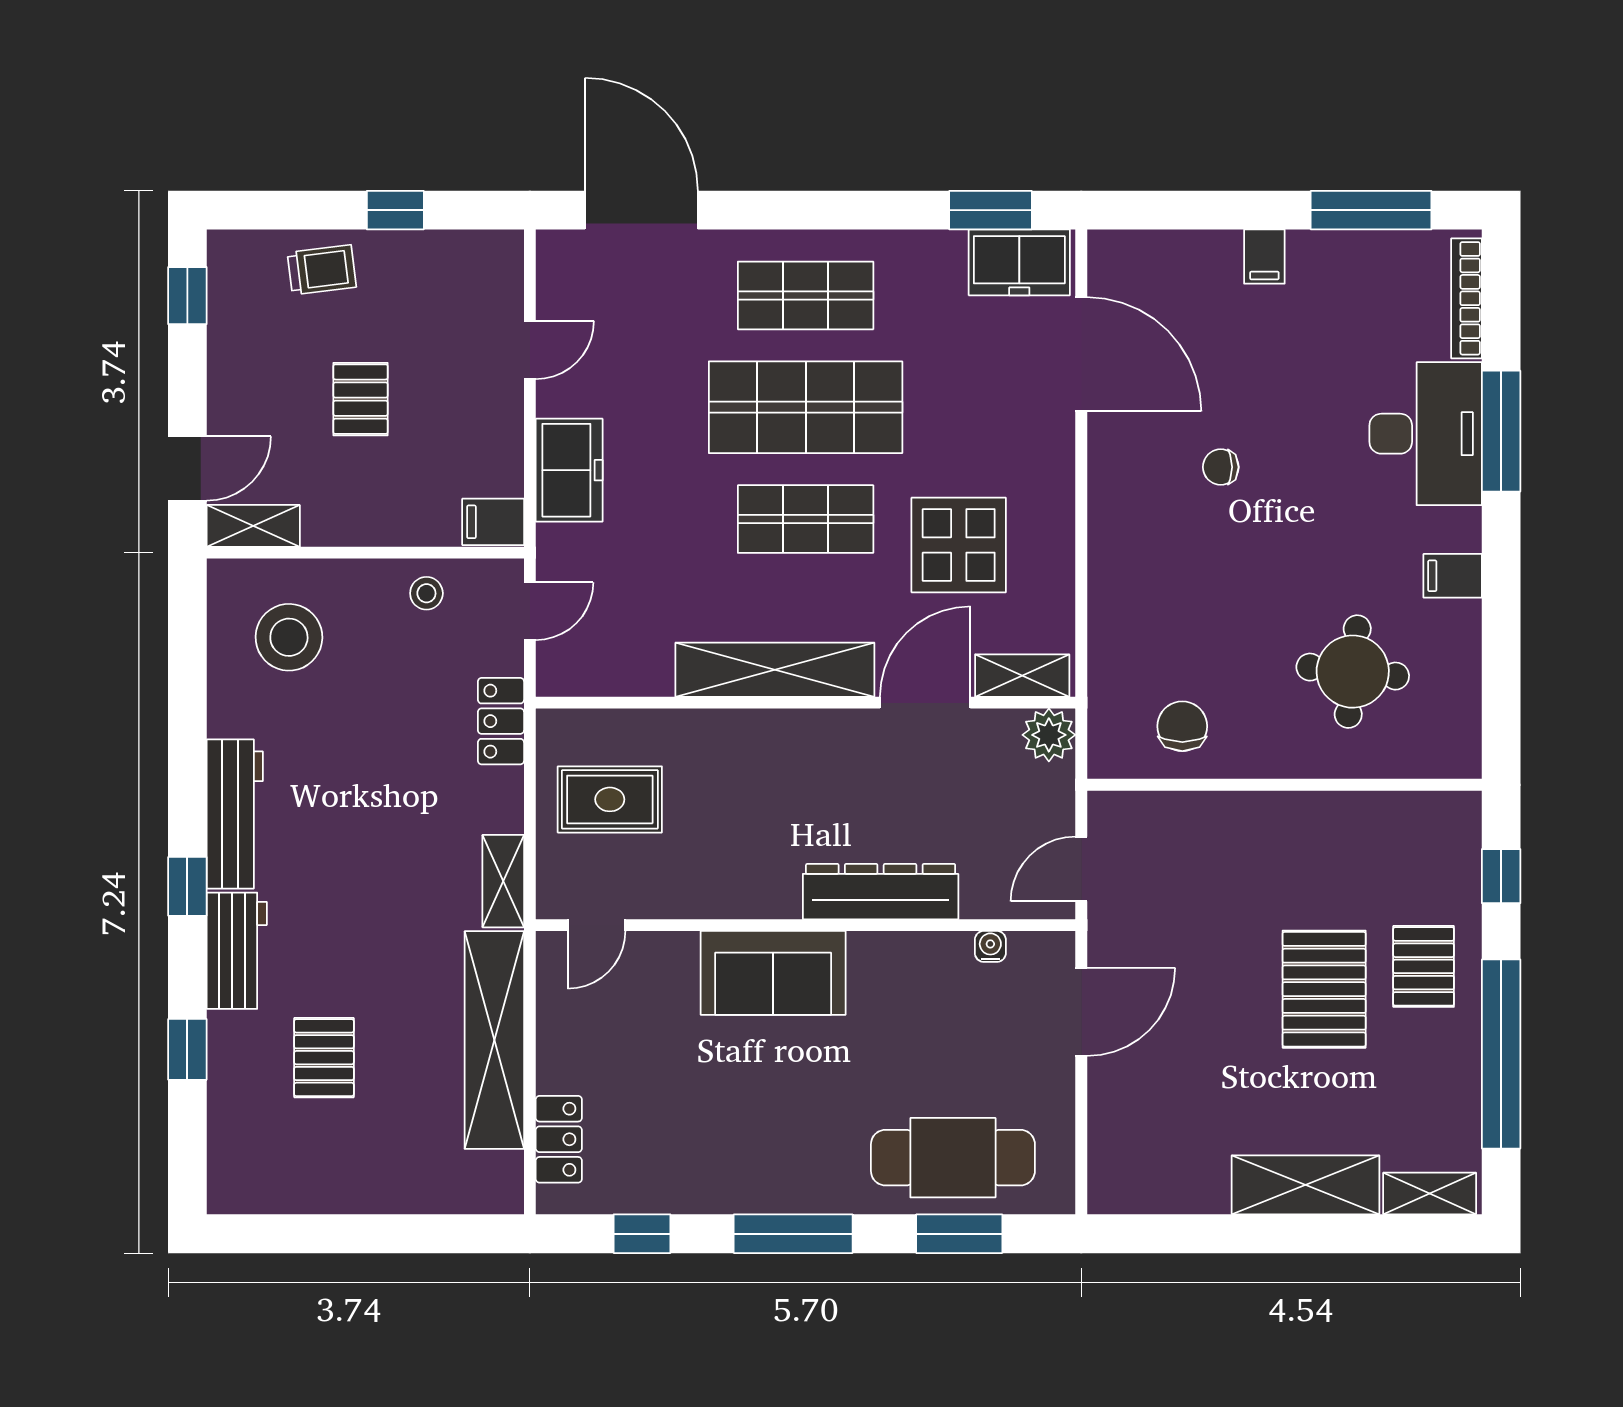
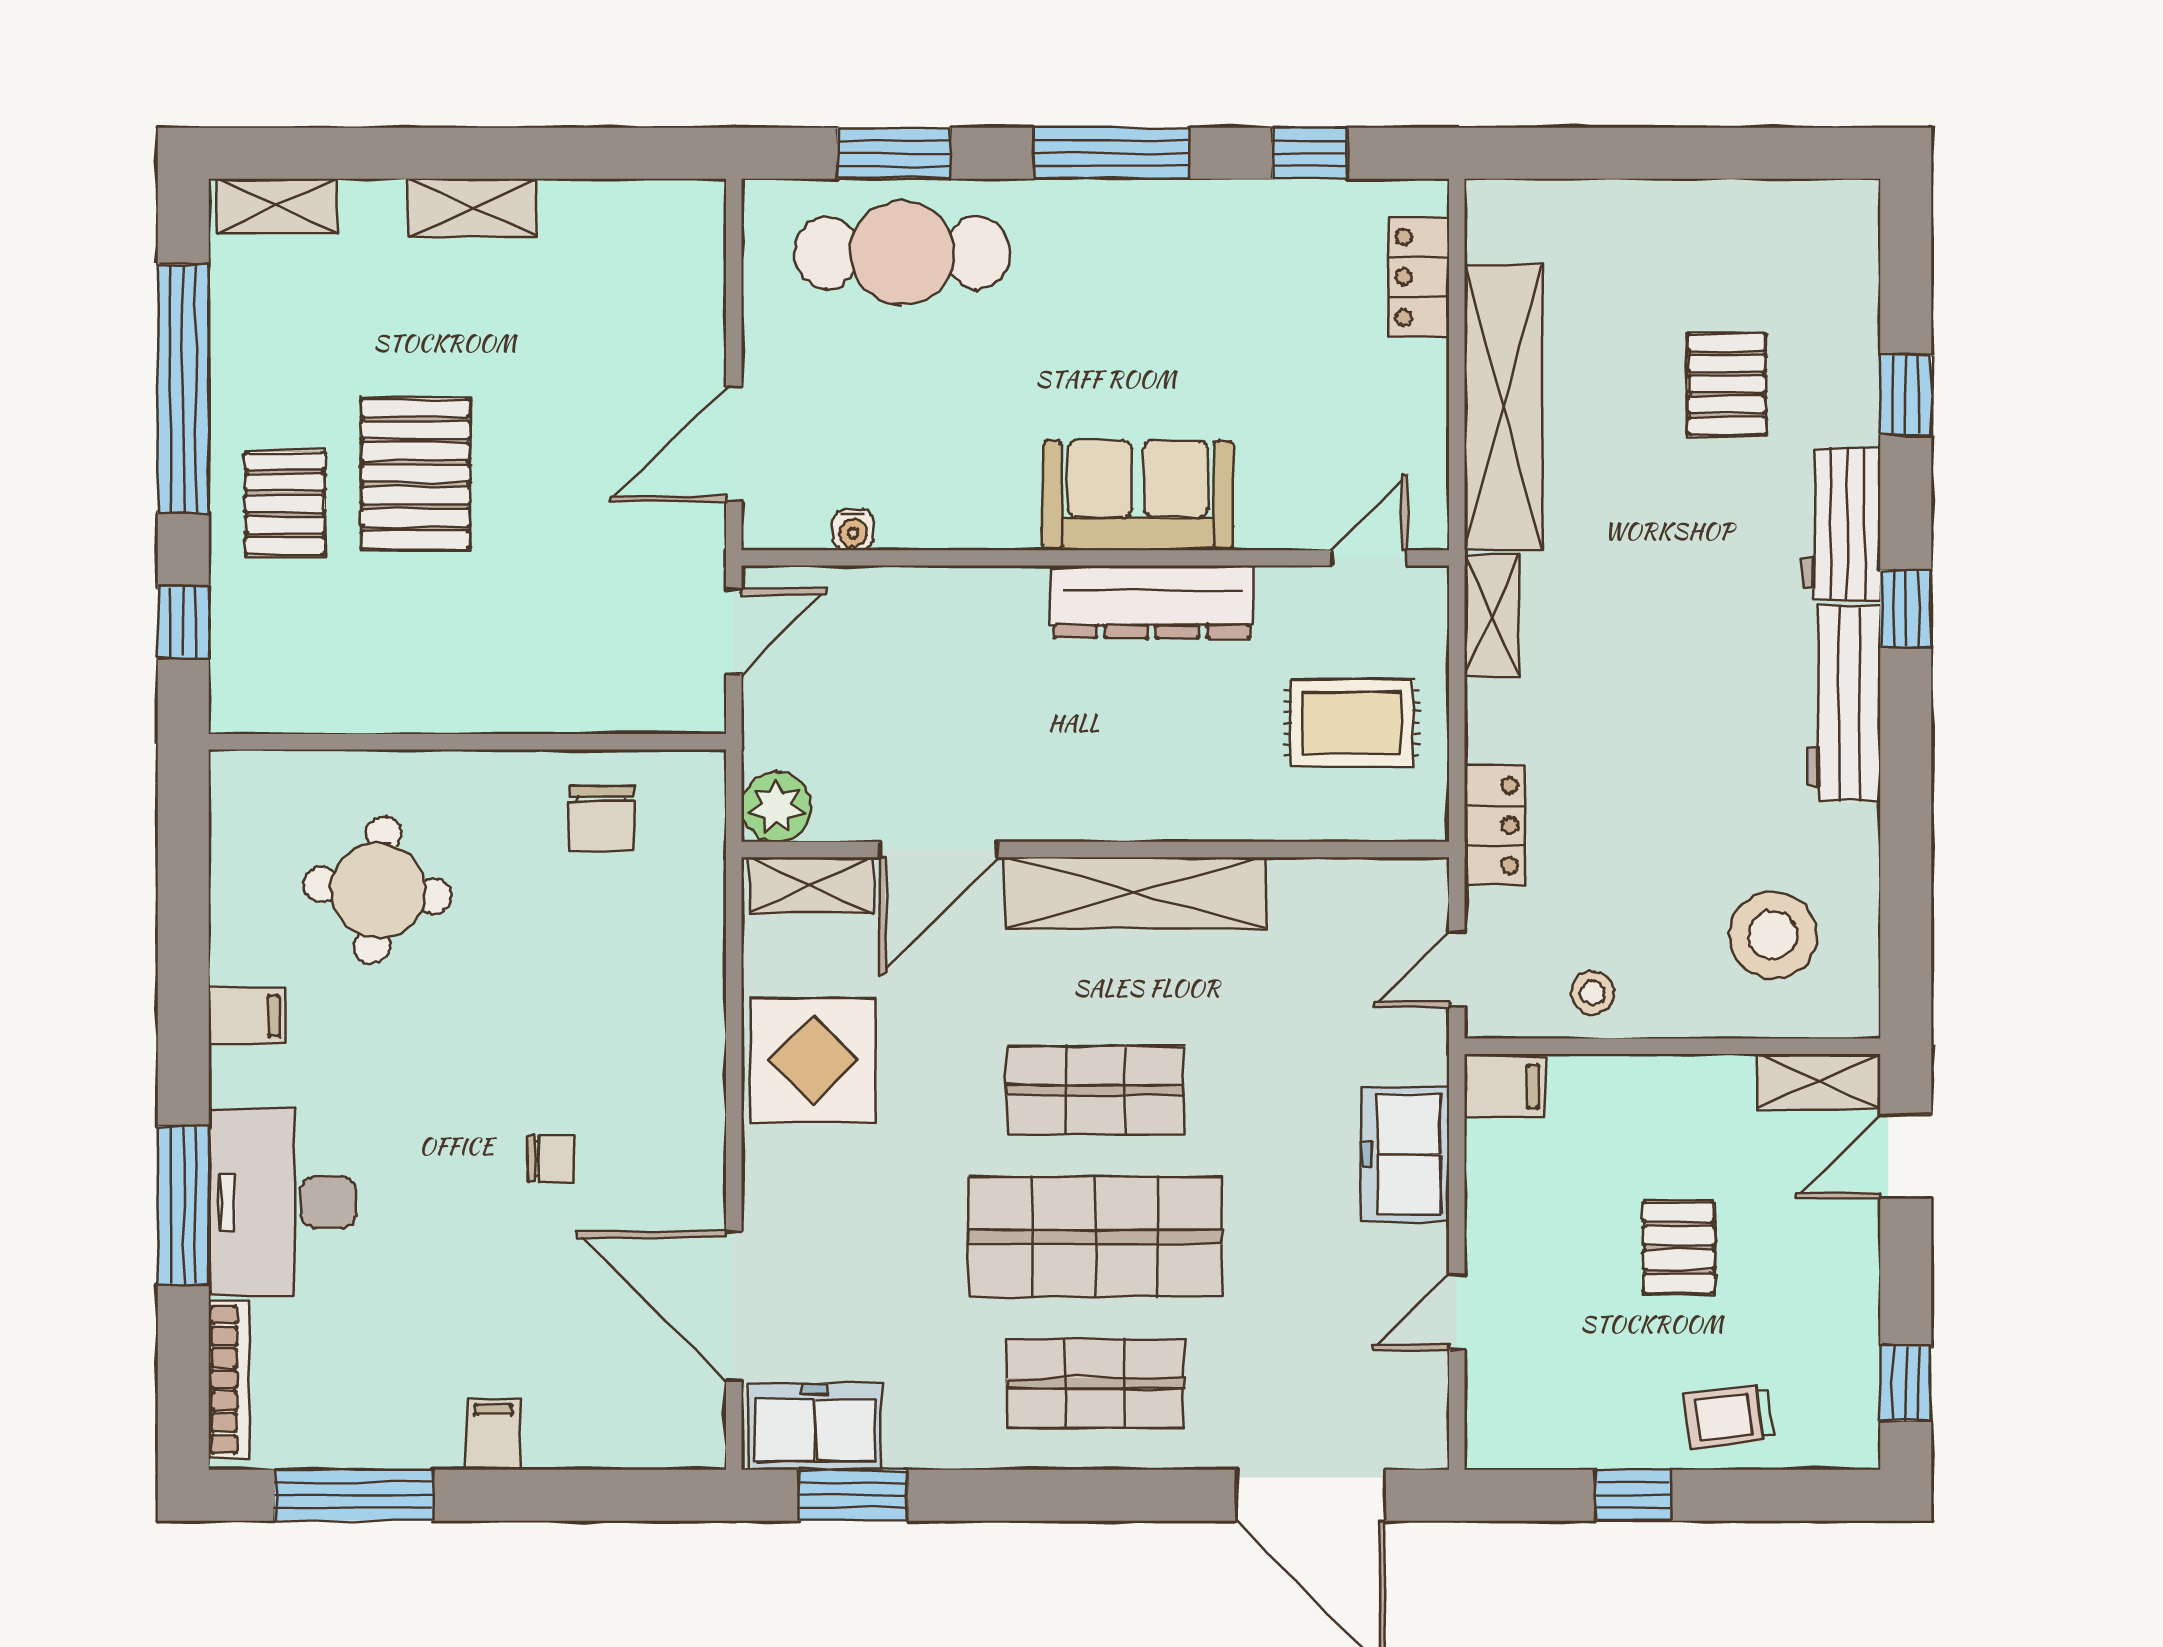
display table: (959, 545) -> (813, 1060), moved
dresser: (881, 892) -> (1152, 602), moved
shelving: (1306, 1185) -> (472, 208), width x0.67, depth x0.75

